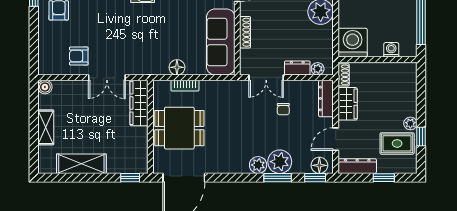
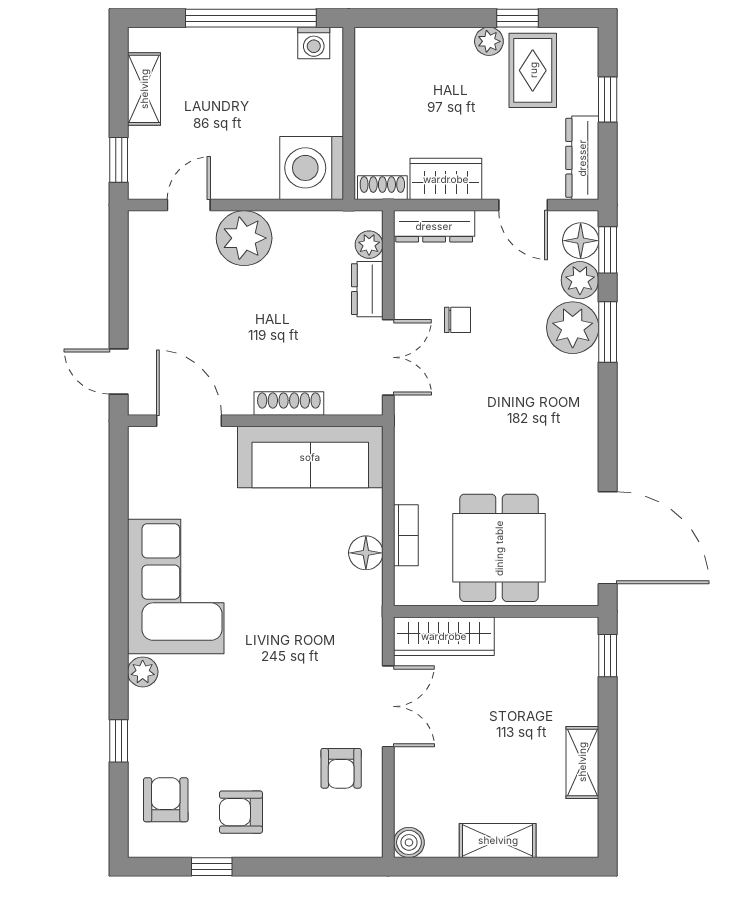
washing machine: (391, 50) -> (314, 43), moved, turned -90
shelving: (81, 164) -> (582, 762), width x0.67, depth x0.75
plant: (258, 165) -> (580, 280), moved

